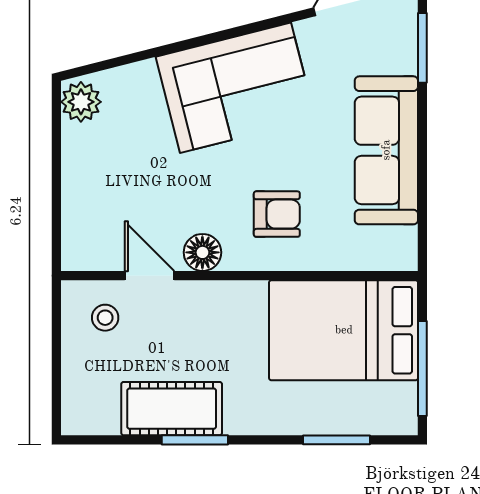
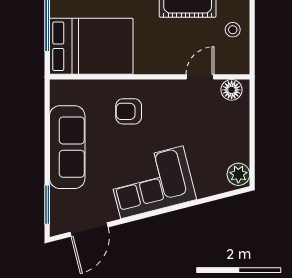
floor lamp: (202, 252) -> (232, 90), moved
door: (150, 276) -> (200, 77), swing flipped
stool: (105, 318) -> (233, 30), moved

